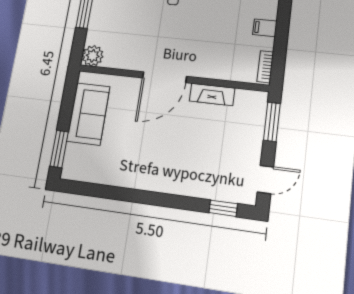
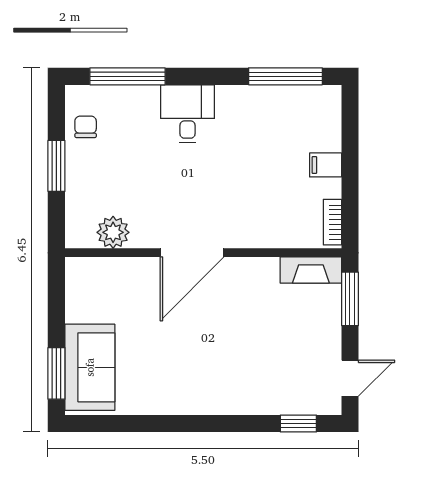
plant: (93, 56) -> (113, 232), moved
fireplace: (212, 94) -> (311, 270), moved
sofa: (88, 114) -> (90, 367), moved

